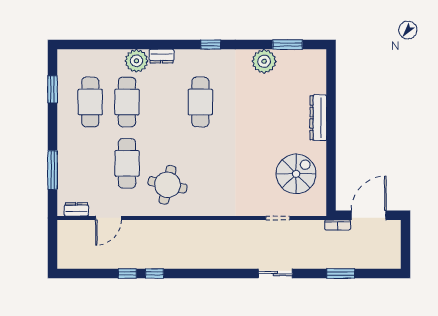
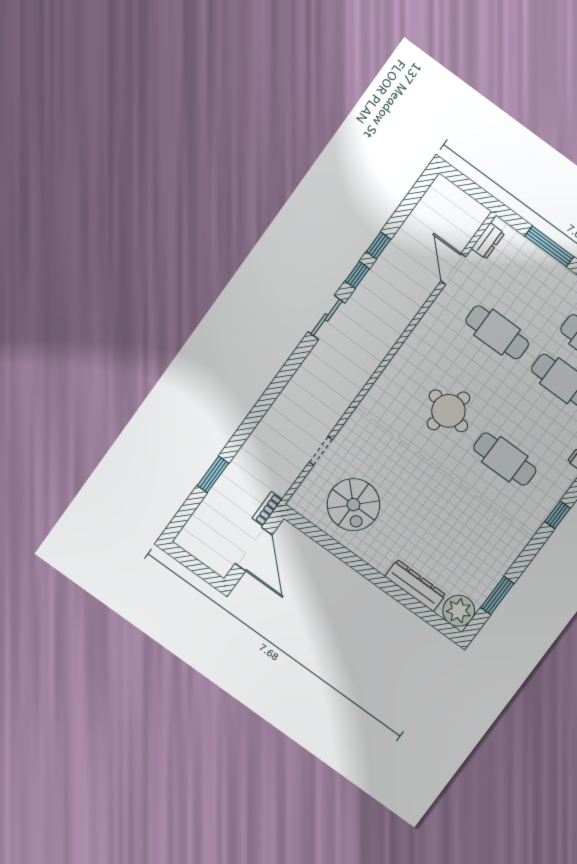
plant: (264, 61) -> (459, 611), moved
dresser: (318, 118) -> (415, 585), moved
round table: (168, 185) -> (448, 411), moved
sliding door: (275, 273) -> (327, 317), moved

